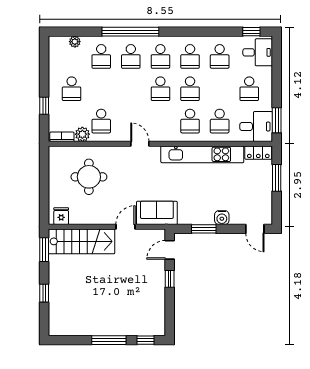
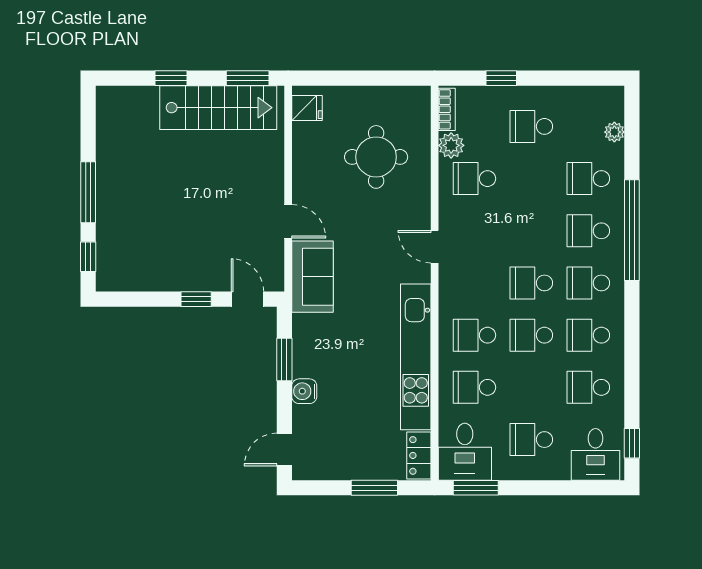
door: (140, 144) -> (435, 247), swing flipped
stairs: (82, 241) -> (218, 108), moved, turned -90

